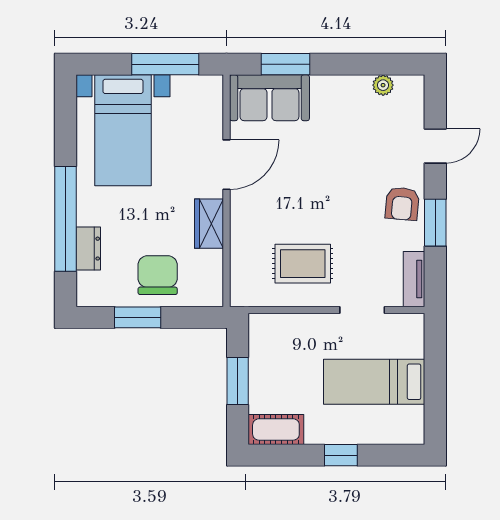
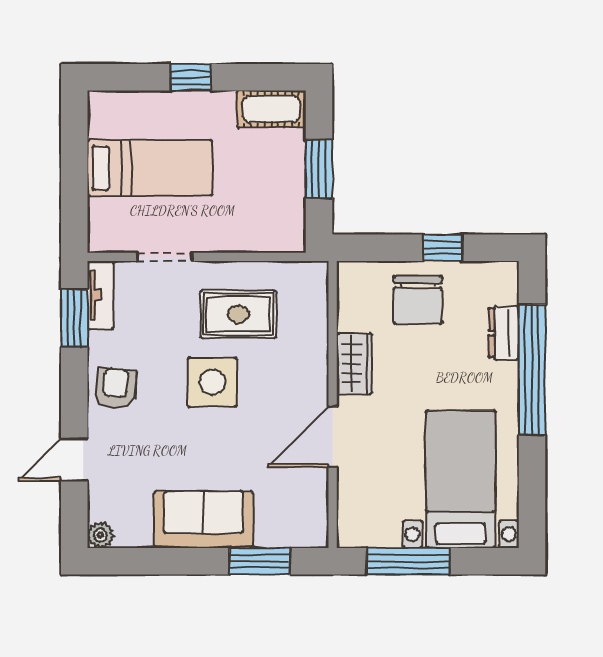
plant: (383, 85) -> (100, 535), moved
sofa: (269, 98) -> (204, 520), moved
side table: (324, 209) -> (212, 382), added
window: (435, 223) -> (74, 318), moved
window: (138, 317) -> (443, 248), width x0.67

